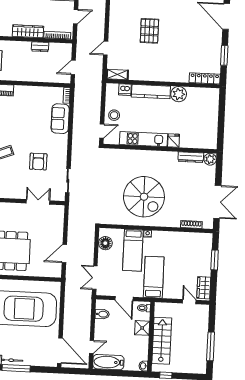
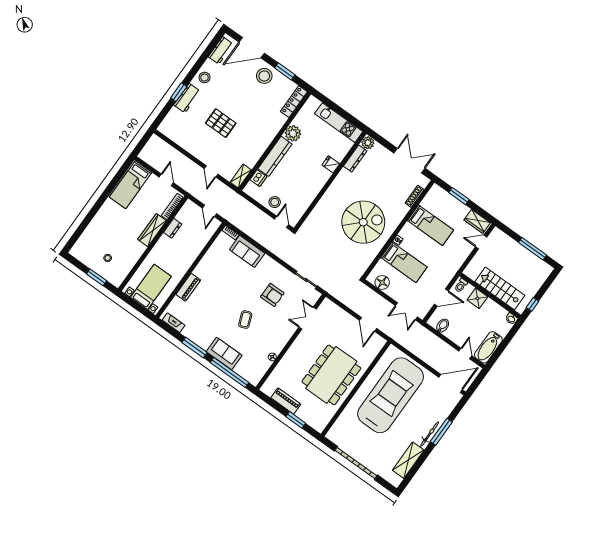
stool: (210, 41) -> (264, 76), added
kitchen unit: (143, 139) -> (339, 123), moved, turned -90
bed: (154, 277) -> (430, 225), moved, turned 180

